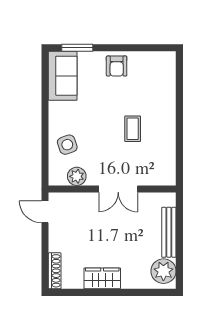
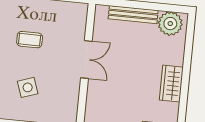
side table: (67, 145) -> (28, 87), moved
plant: (77, 176) -> (70, 98), removed

